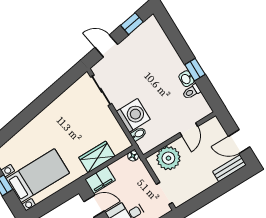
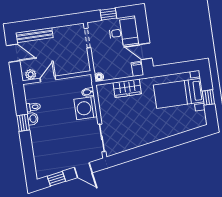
plant: (168, 158) -> (31, 74), moved, width x0.53, depth x0.53
bench: (229, 168) -> (34, 35), width x1.36
filing cabinet: (100, 180) -> (138, 69), width x0.50

